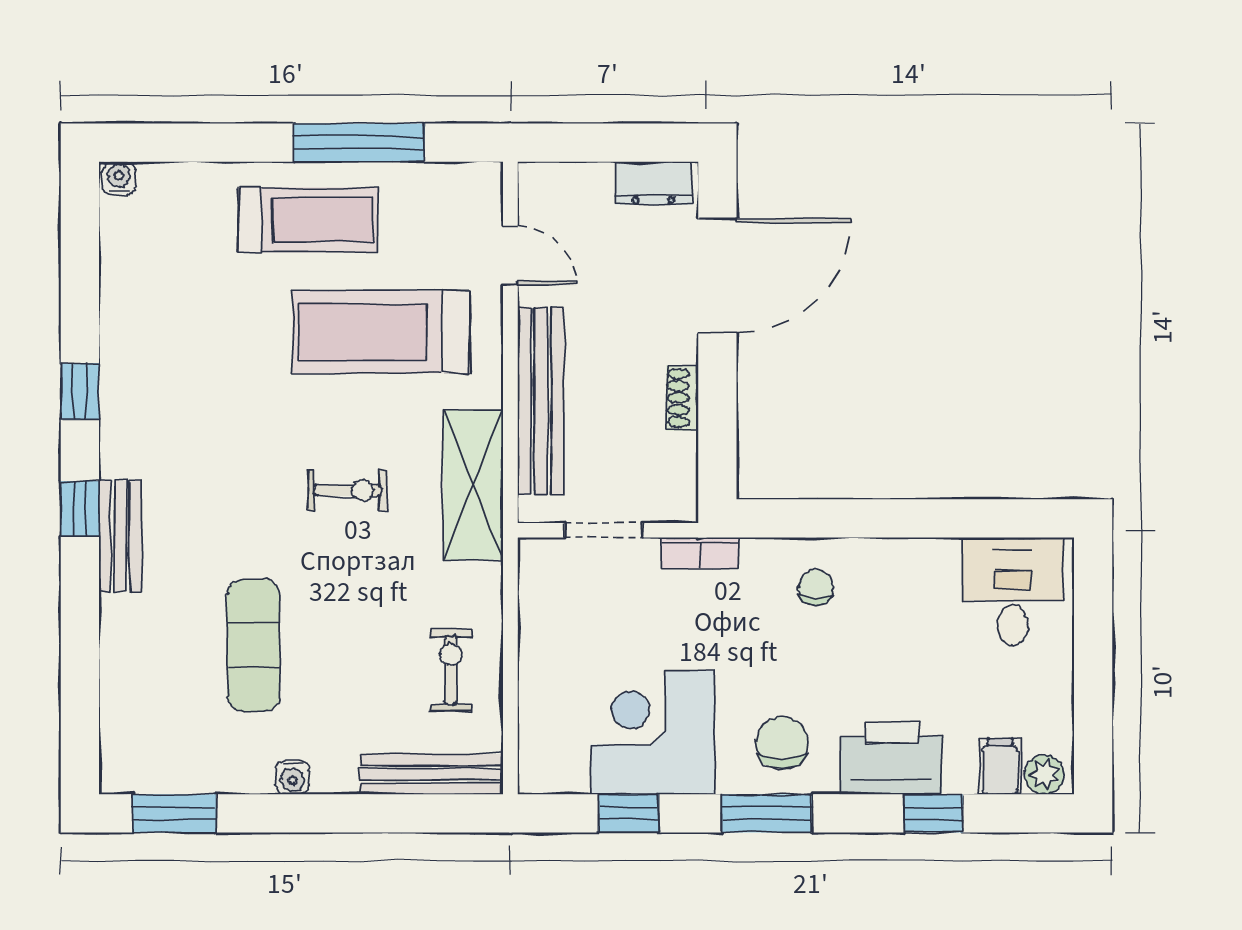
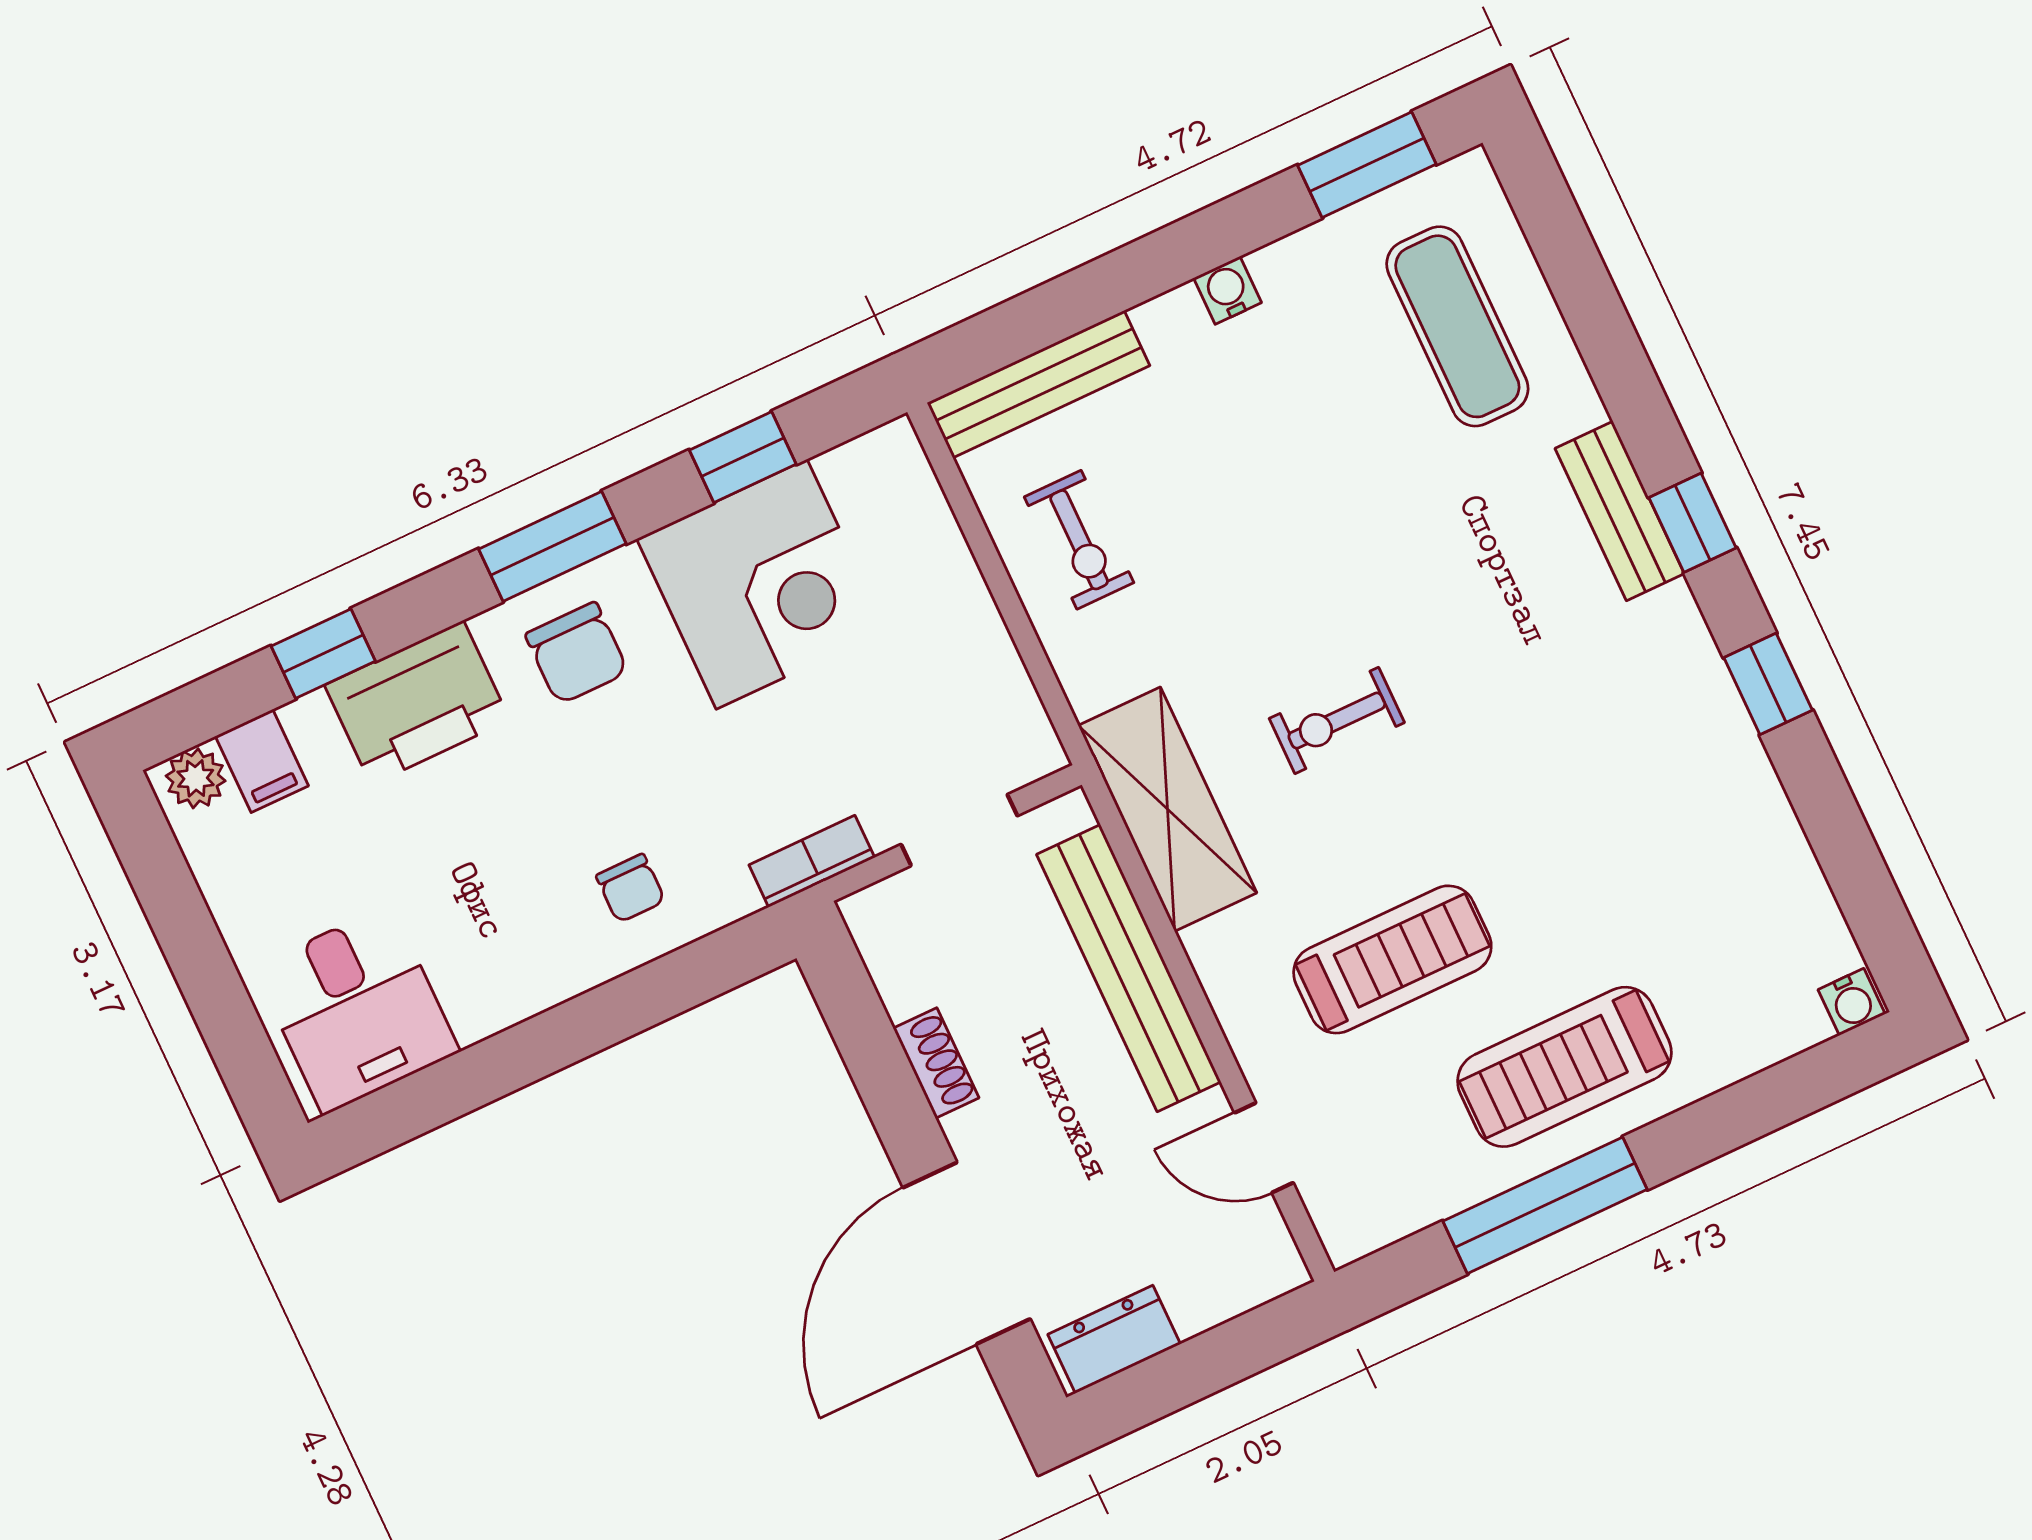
treadmill: (381, 332) -> (1392, 959), width x0.73, depth x0.73
exercise mat: (253, 645) -> (1457, 326), moved

